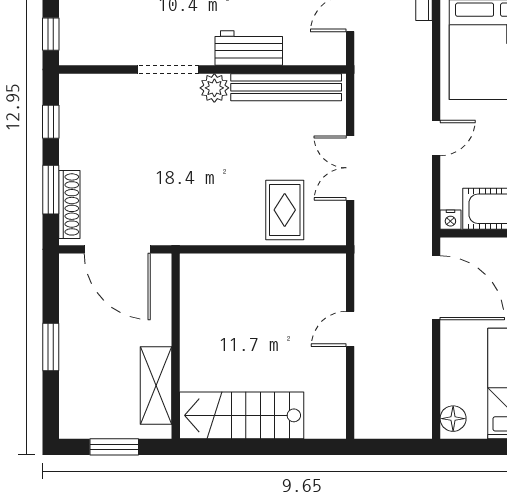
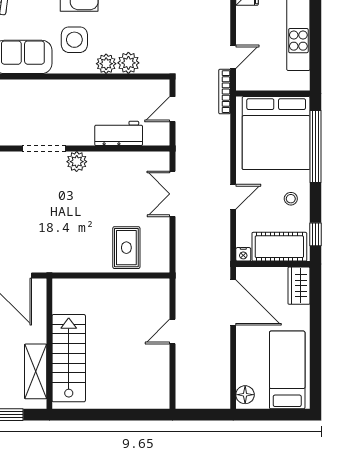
workbench: (249, 48) -> (119, 133), moved
bench: (286, 87) -> (127, 161), removed
double door: (350, 168) -> (173, 194), moved
stairs: (242, 415) -> (69, 358), moved, turned 90

